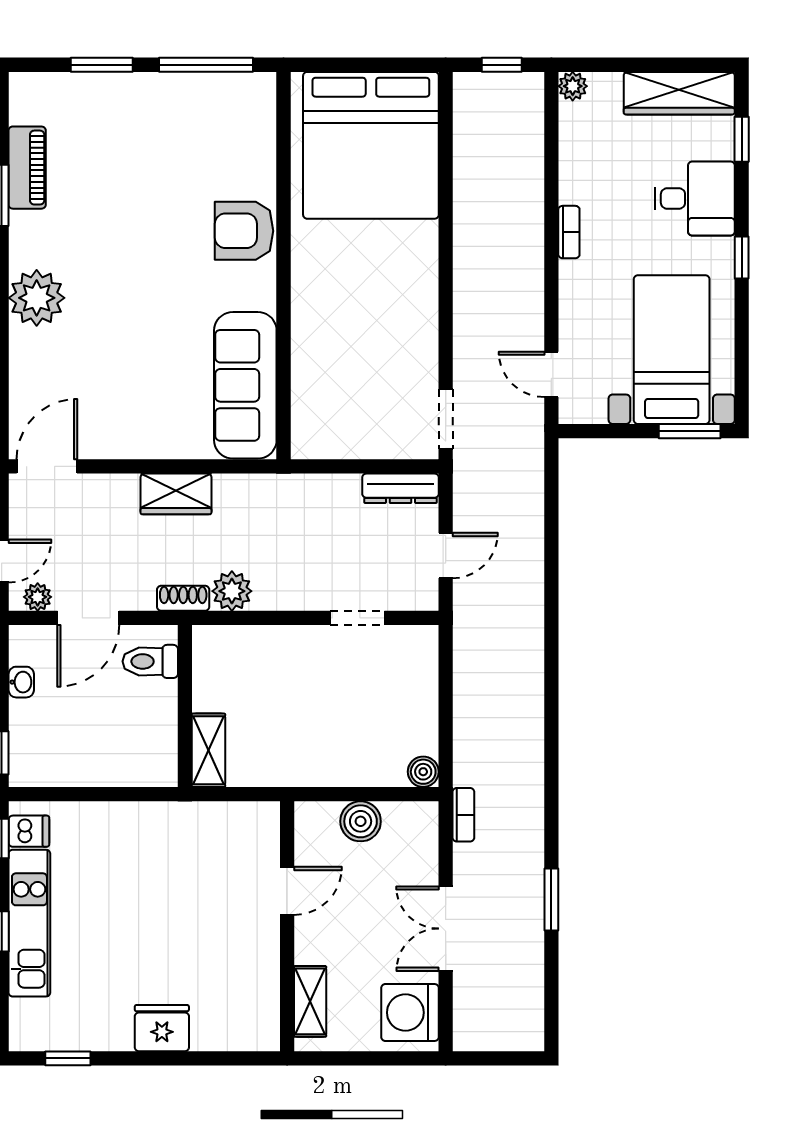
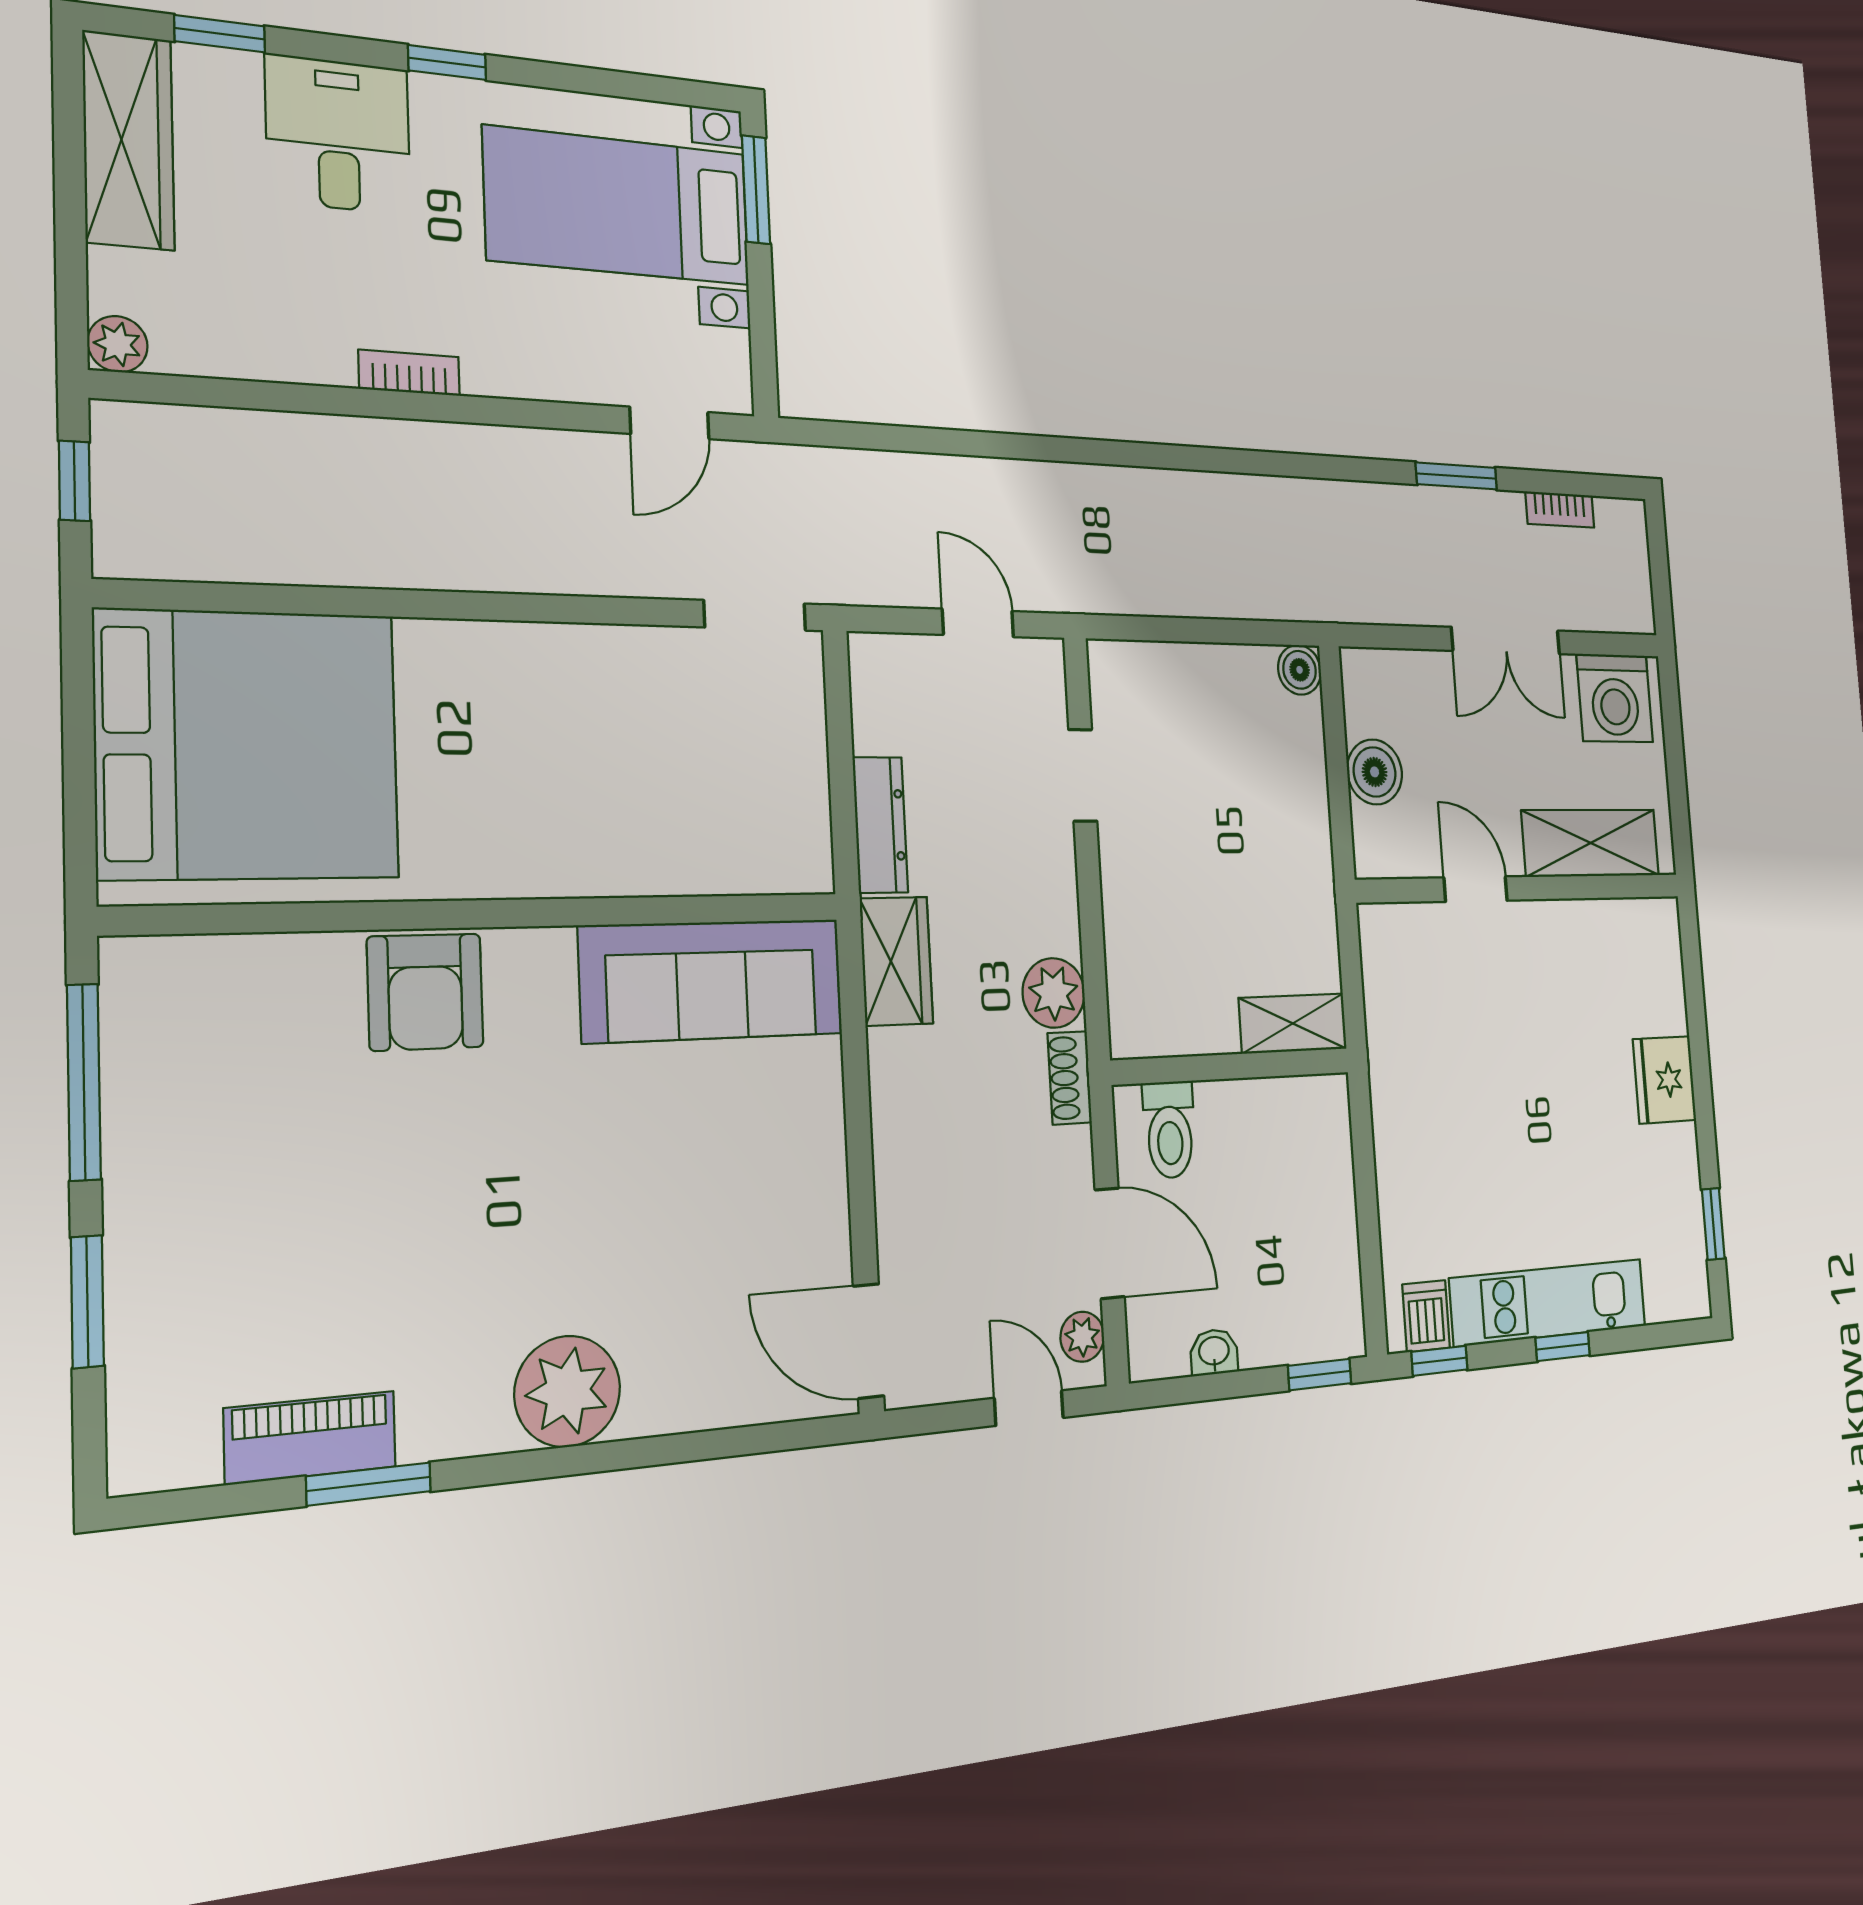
dresser: (401, 488) -> (880, 825), moved
wardrobe: (176, 494) -> (896, 961), moved
bookcase: (463, 815) -> (1560, 510), moved, turned 180
shelving: (310, 1001) -> (1591, 843), width x1.50, depth x1.33

